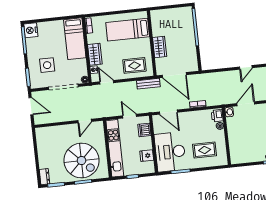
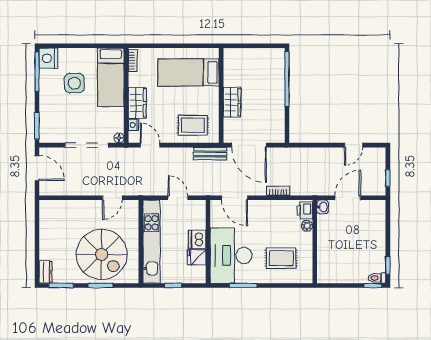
side table: (47, 65) -> (74, 83), moved
dishwasher: (144, 130) -> (197, 239), moved

